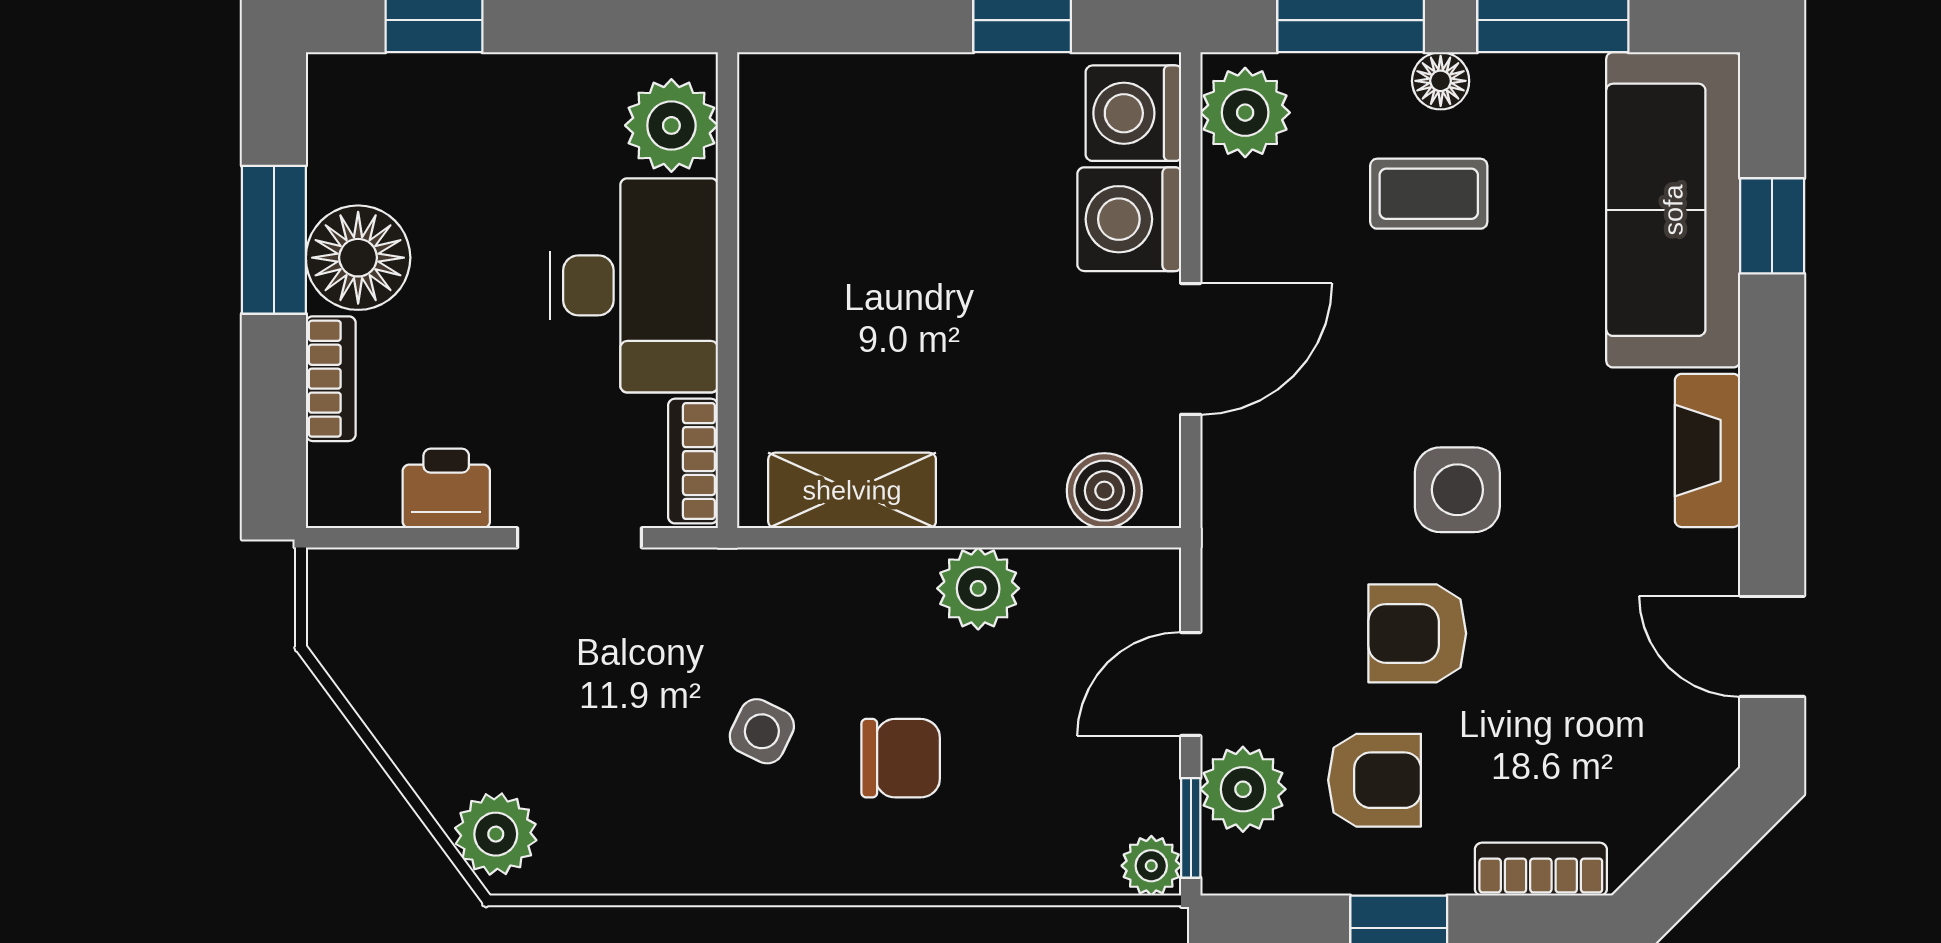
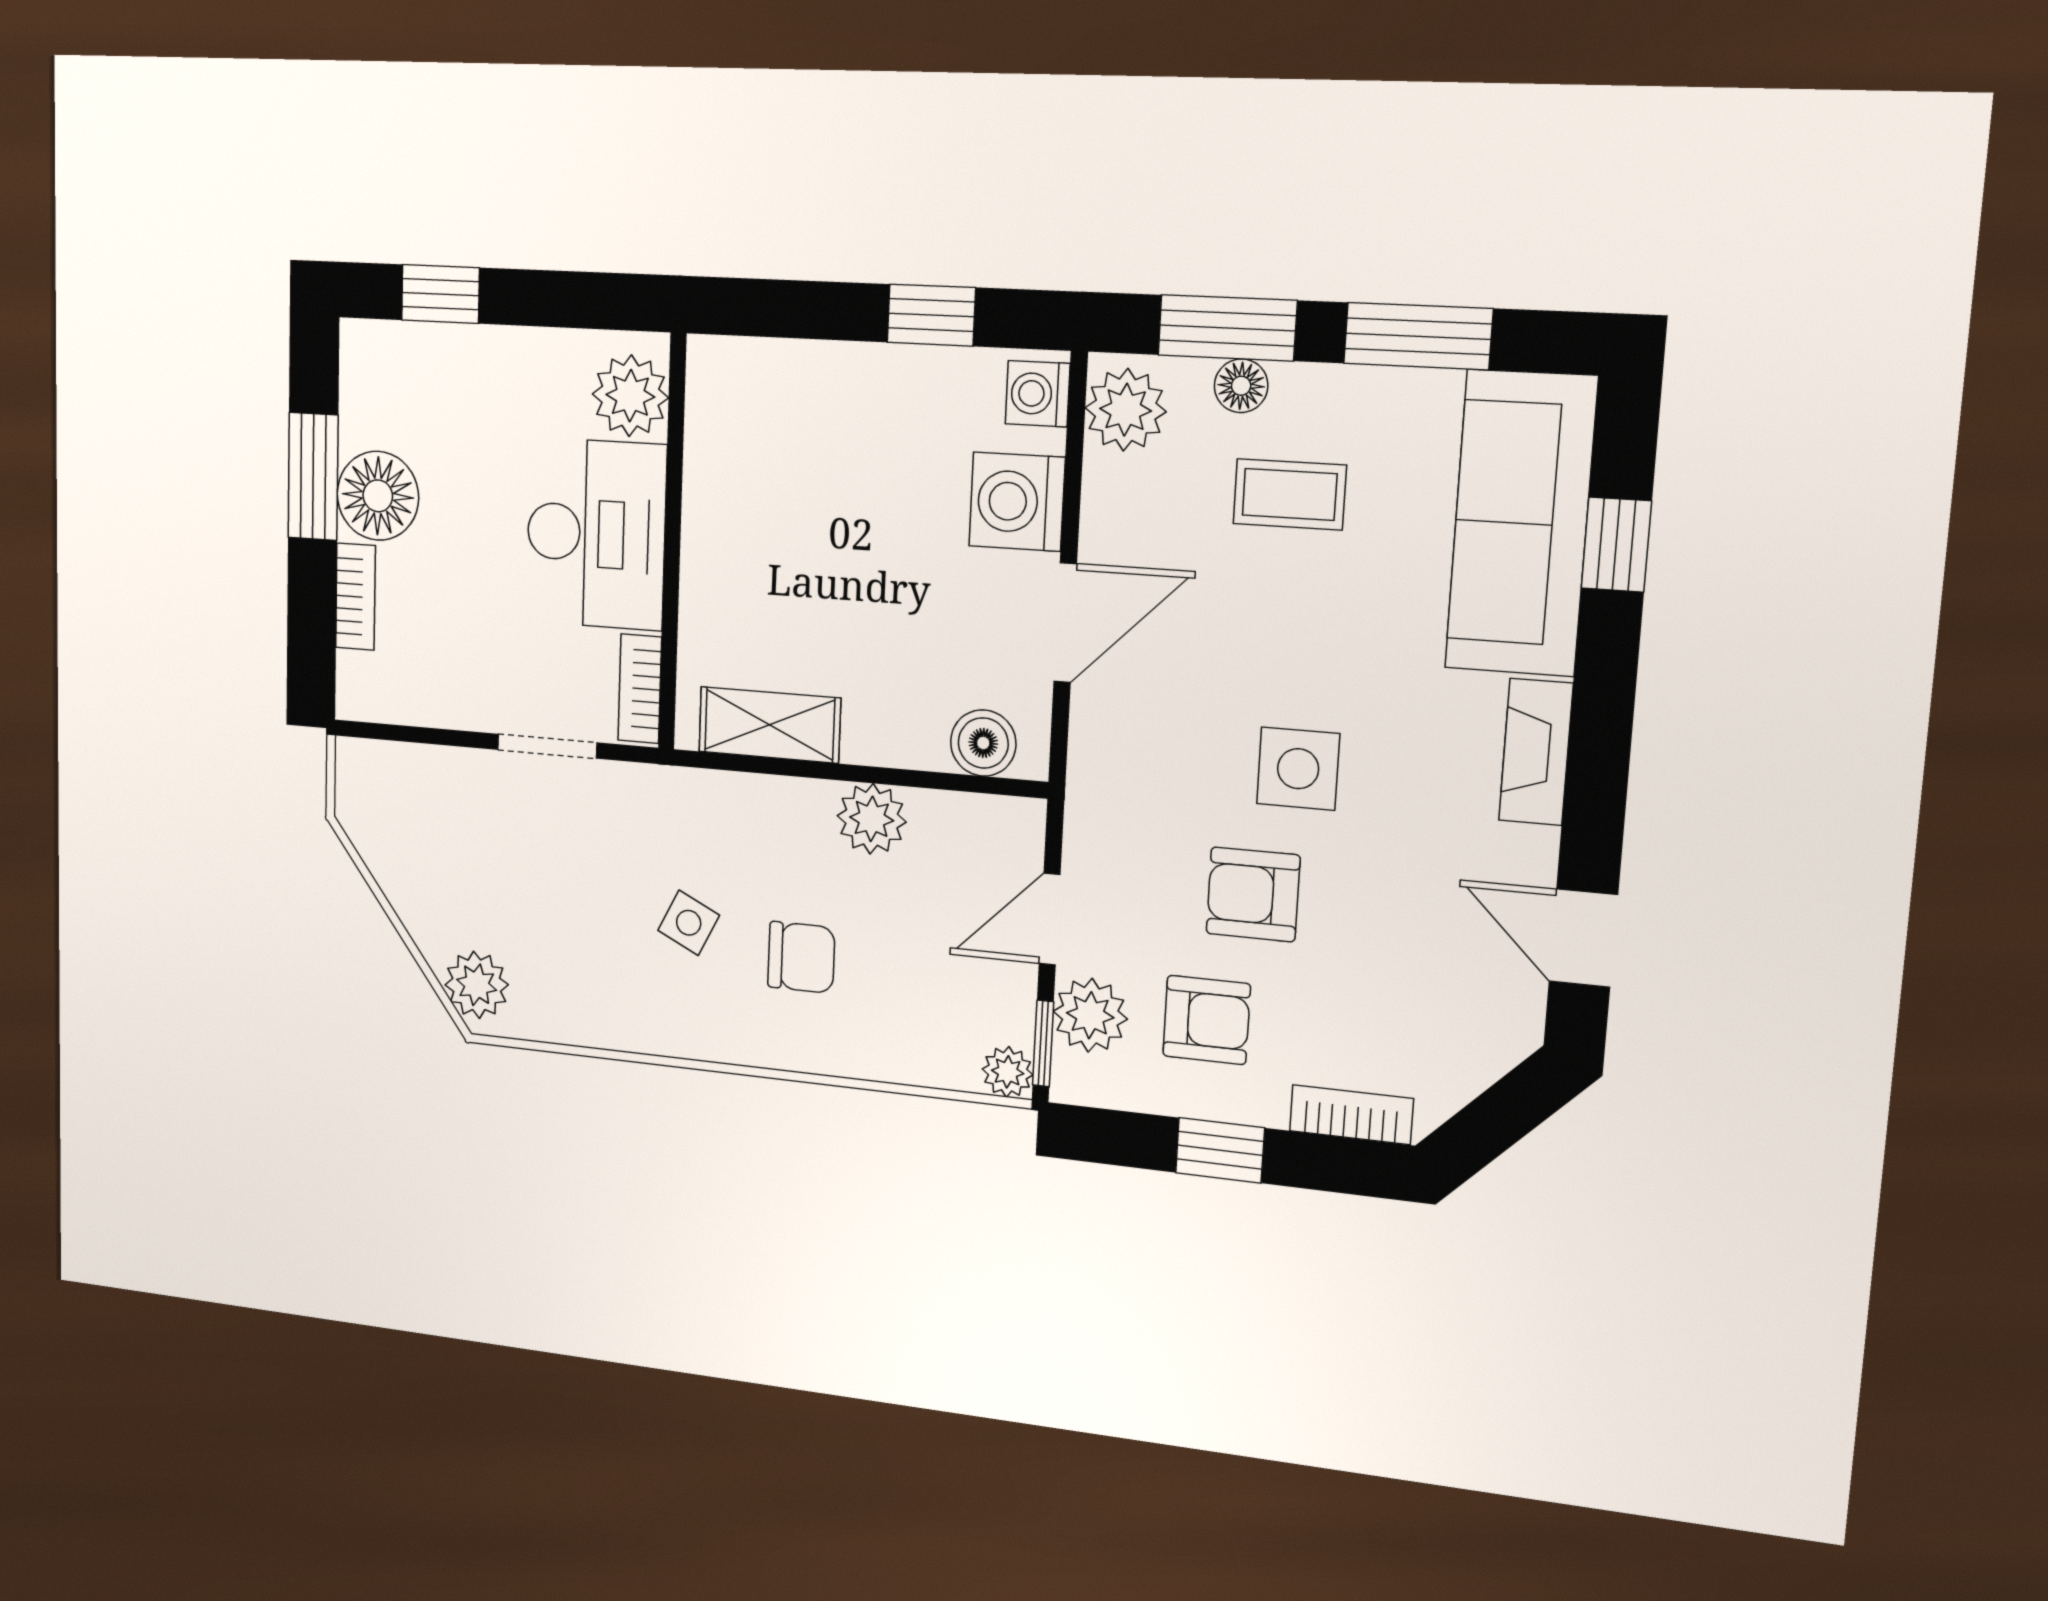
floor lamp: (1441, 81) -> (1241, 386), moved
washing machine: (1133, 113) -> (1038, 394), width x0.73, depth x0.73
printer: (446, 488) -> (443, 696), removed

